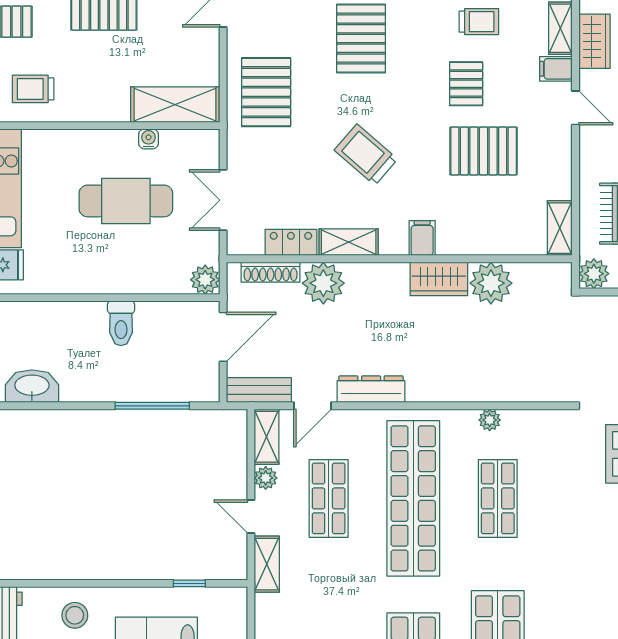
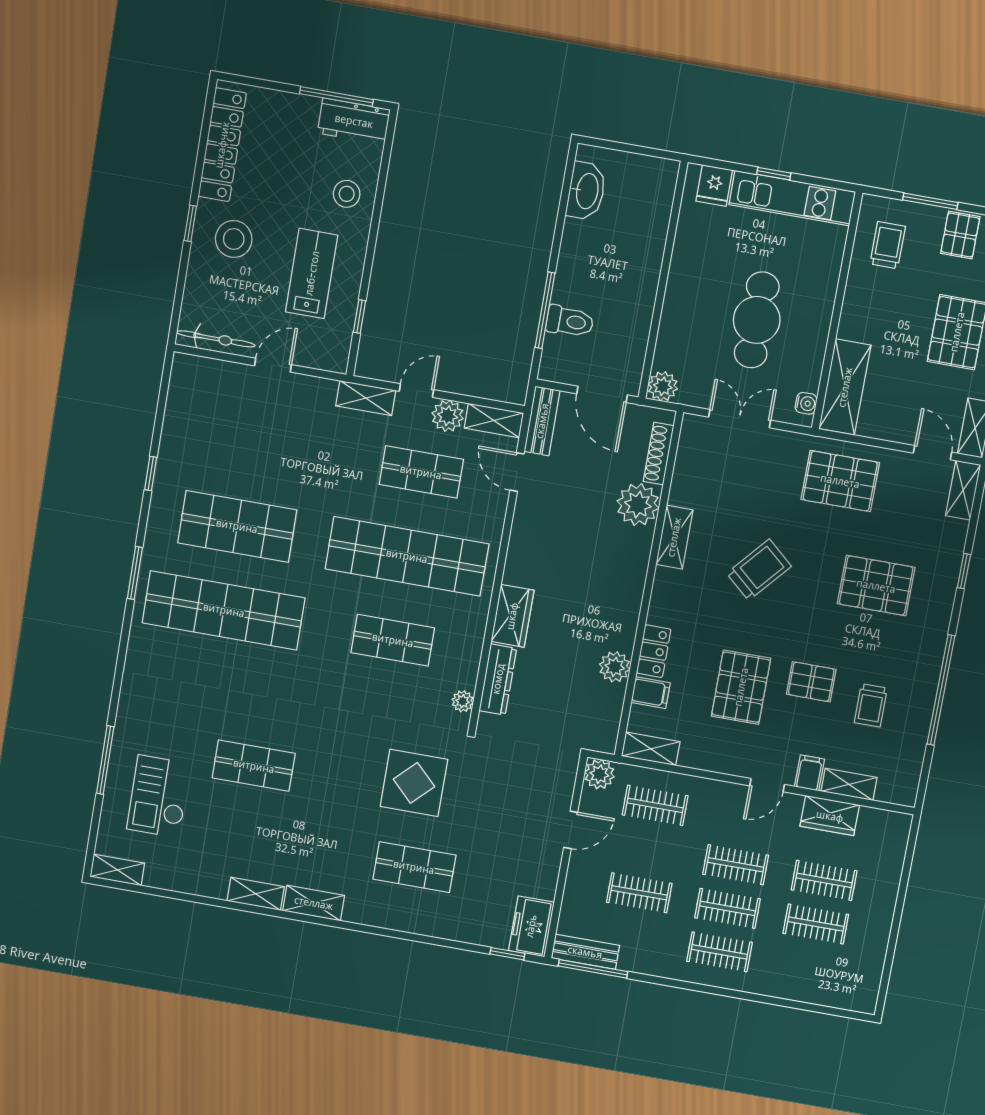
water cooler: (148, 139) -> (806, 403), moved
filing cabinet: (422, 238) -> (651, 693), moved
locker: (291, 242) -> (654, 651), moved
wardrobe: (439, 279) -> (512, 616), moved, turned 180
plant: (491, 283) -> (615, 667), width x0.73, depth x0.73
toilet: (121, 323) -> (570, 321), moved, turned 180
dresser: (371, 389) -> (498, 679), moved
plant: (490, 420) -> (463, 701), moved
plant: (266, 478) -> (448, 416), width x1.38, depth x1.38

